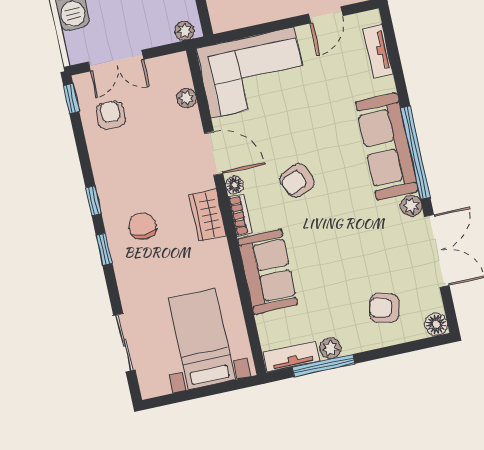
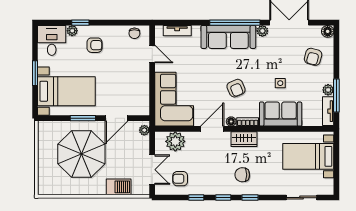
plant: (186, 98) -> (175, 141), width x1.88, depth x1.88
window: (71, 99) -> (196, 198), moved
side table: (324, 259) -> (280, 83), added

